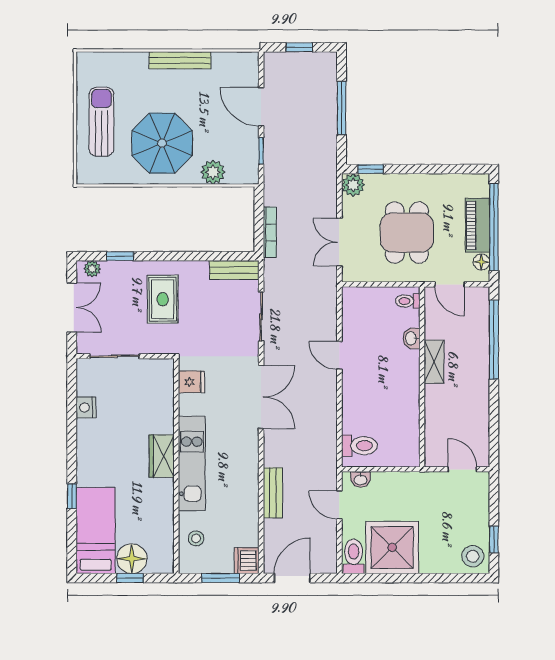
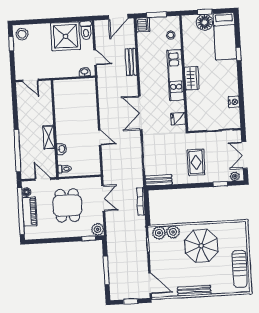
door: (261, 107) -> (150, 283), moved
sun lounger: (101, 122) -> (240, 269), moved
plant: (239, 172) -> (159, 233), added
toilet: (359, 446) -> (86, 90), removed

